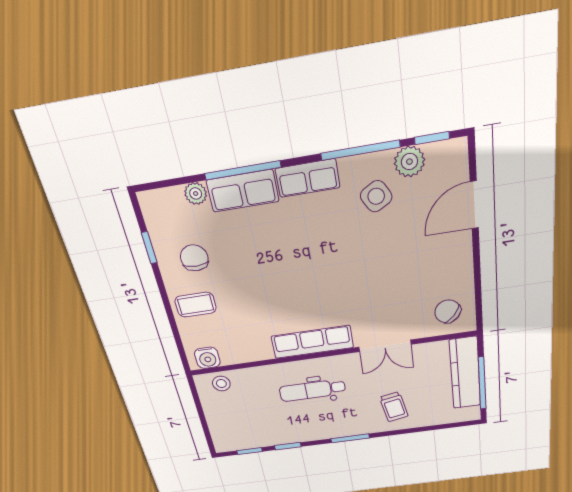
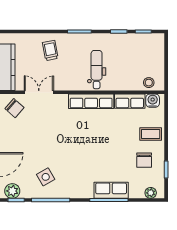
plant: (409, 162) -> (12, 191), moved
row of seats: (308, 178) -> (130, 101), moved, turned 180
plant: (196, 194) -> (151, 193), moved
double door: (385, 346) -> (39, 92), moved
dental chair: (312, 390) -> (97, 70), turned -90

